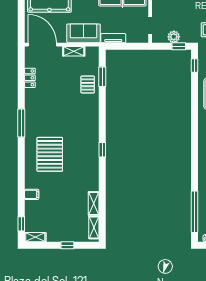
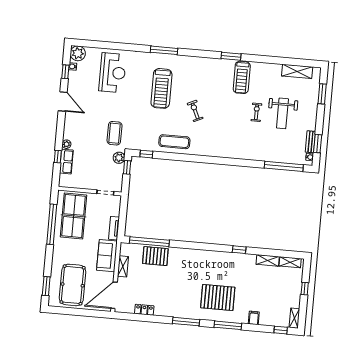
plant: (174, 37) -> (119, 158), moved
window: (102, 77) -> (149, 242), width x2.11
pallet: (88, 85) -> (155, 256), width x1.50, depth x1.42
window: (102, 150) -> (239, 250), moved
window: (21, 168) -> (228, 325), added

